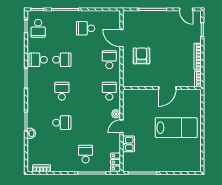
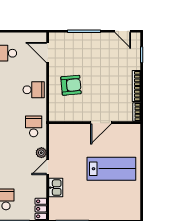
door: (122, 38) -> (48, 53), moved
armchair: (142, 56) -> (71, 85), turned 85
school desk: (109, 60) -> (34, 90), turned 90

